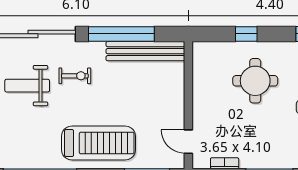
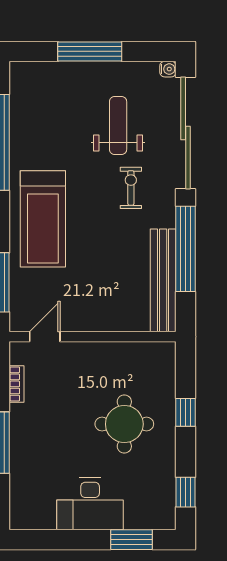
exercise bike: (75, 76) -> (131, 188), turned 180

